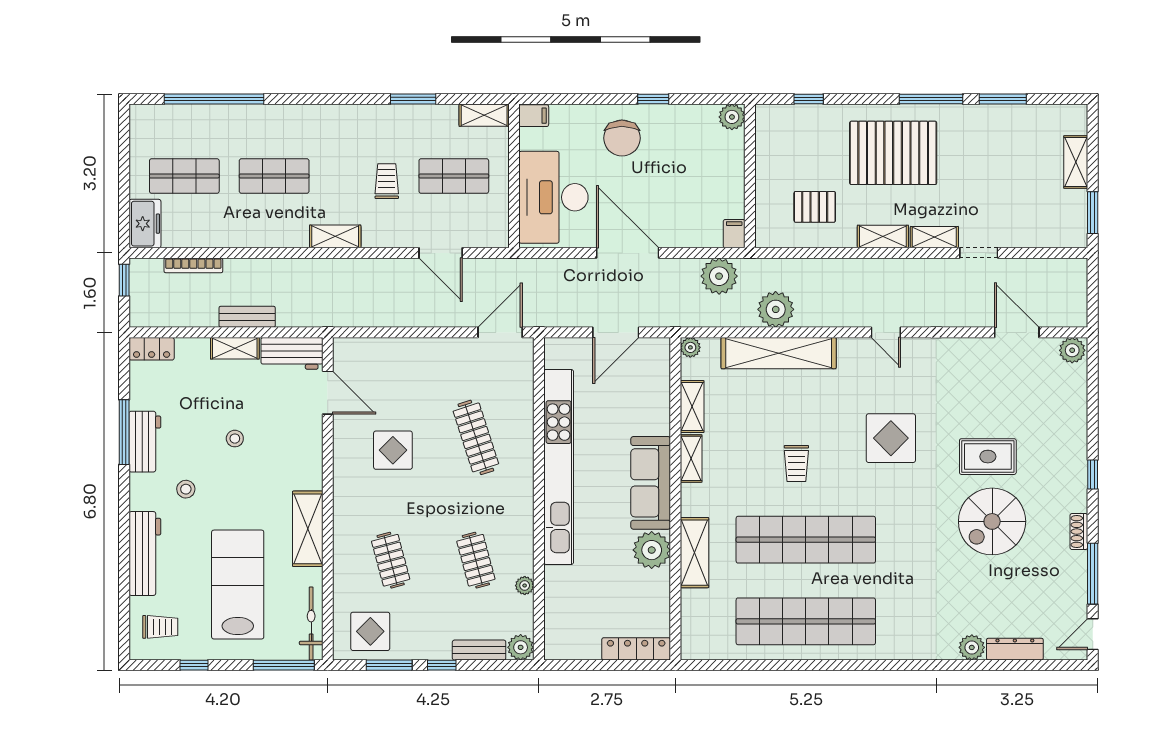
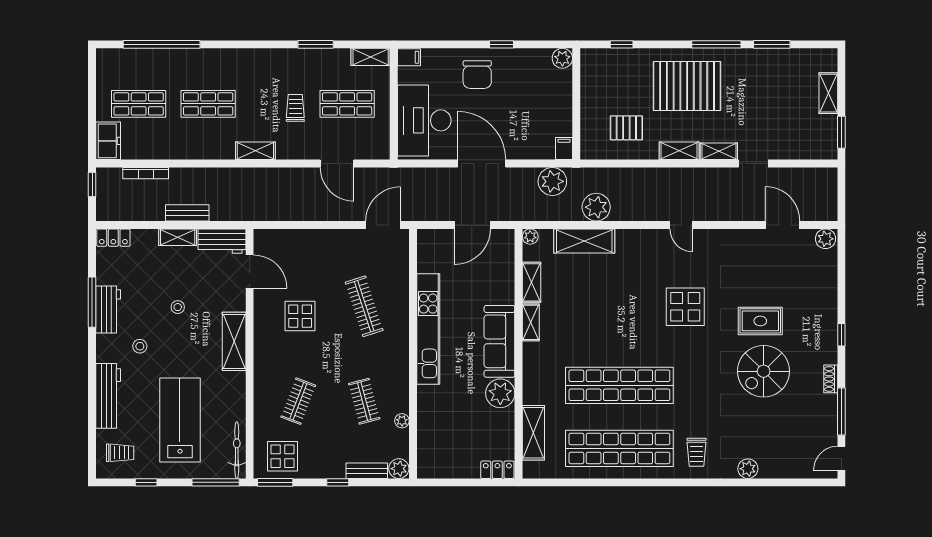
shelving: (779, 353) -> (584, 241), width x0.68
trolley: (796, 463) -> (697, 452), moved
kitchen unit: (559, 467) -> (428, 329), width x0.73
shelving: (308, 529) -> (234, 341), moved
shelving: (694, 553) -> (533, 433), moved
clothes rail: (391, 560) -> (298, 401), turned 36
locker: (636, 649) -> (497, 470), width x0.66
dresser: (1015, 649) -> (781, 470), removed
window: (389, 665) -> (275, 482), moved

